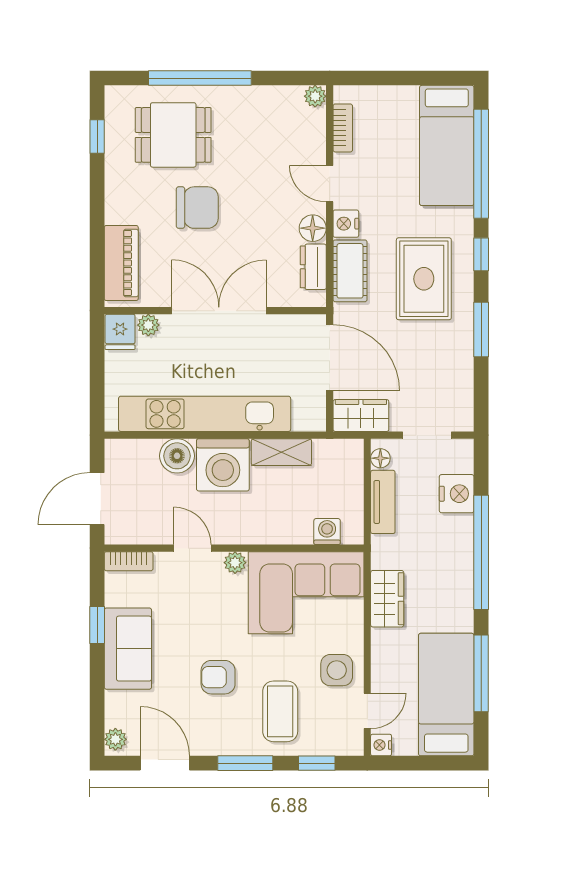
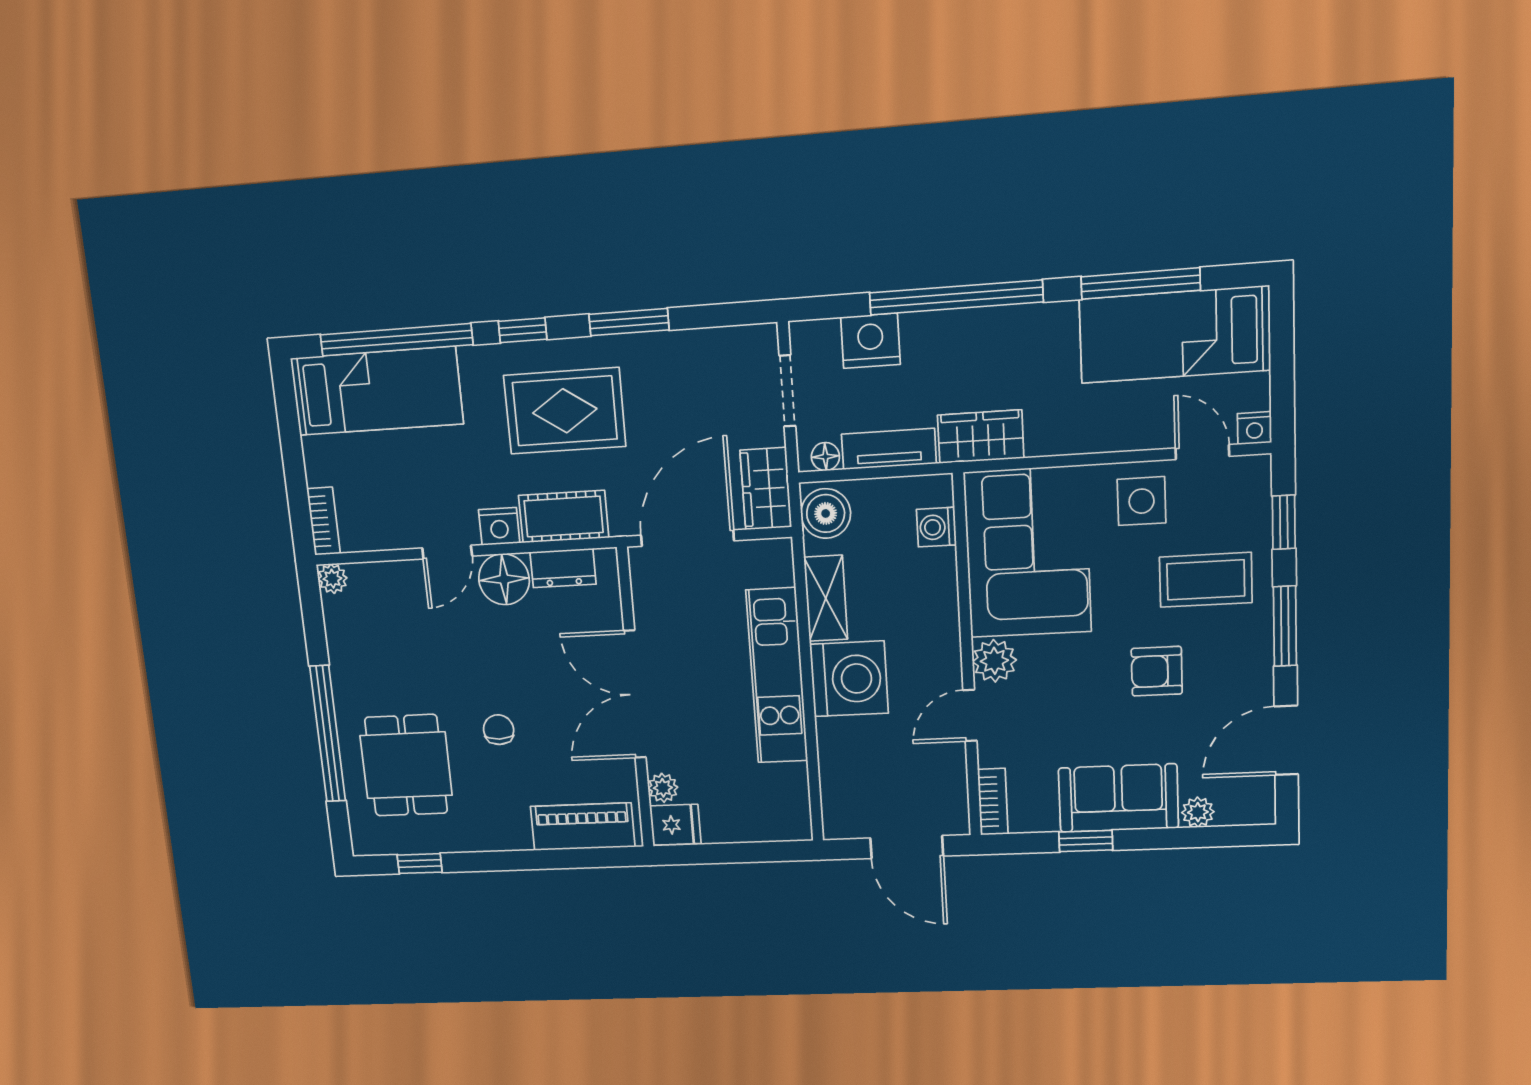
bookcase: (343, 128) -> (324, 521), moved, turned 90
chair: (197, 208) -> (499, 730), width x0.54, depth x0.54
floor lamp: (313, 228) -> (504, 579), width x1.38, depth x1.38
kitchen unit: (205, 414) -> (777, 676), width x0.73
boiler: (177, 456) -> (826, 513), moved
plant: (235, 563) -> (994, 661), width x1.38, depth x1.38
wardrobe: (387, 599) -> (981, 437), moved
armchair: (218, 677) -> (1157, 671), turned 90
plant: (115, 739) -> (1198, 812), moved

